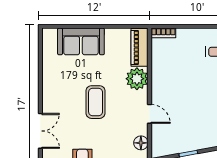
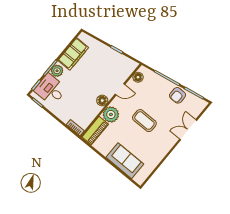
floor lamp: (159, 86) -> (102, 100), added
coffee table: (96, 102) -> (144, 121), turned 90
door: (150, 114) -> (120, 89), swing flipped

